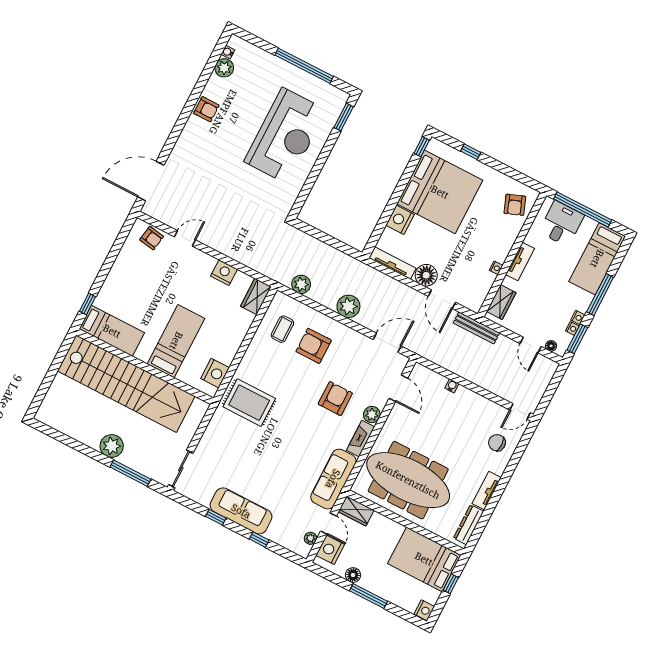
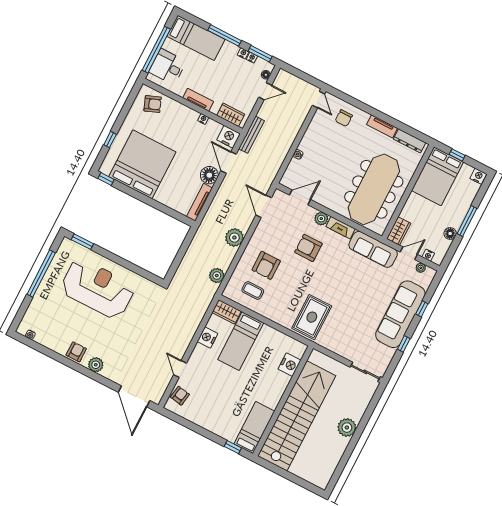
plant: (224, 68) -> (96, 365), moved
nightstand: (400, 220) -> (229, 137), moved, turned 180
door: (442, 299) -> (229, 162), swing flipped
bed: (176, 341) -> (241, 341), moved, turned -90
nightstand: (215, 373) -> (290, 365), moved, turned 90
window: (130, 473) -> (369, 412), removed
sofa: (241, 511) -> (400, 314), width x1.36, depth x1.27
nightstand: (330, 550) -> (428, 255), width x0.53, depth x0.56

